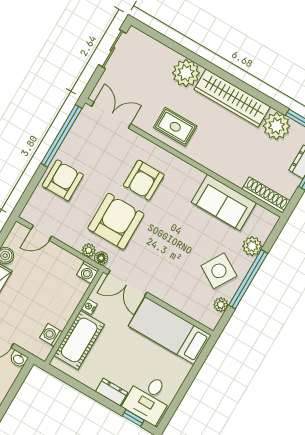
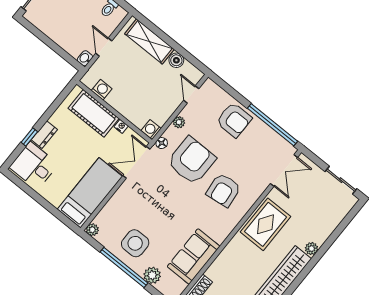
plant: (186, 73) -> (312, 249), width x0.53, depth x0.53
rug: (175, 127) -> (266, 224), width x1.36, depth x1.43
armchair: (144, 180) -> (223, 190), turned -97
armchair: (116, 221) -> (191, 161), turned -90
plant: (89, 250) -> (179, 122), moved
side table: (219, 271) -> (135, 243), turned -31
plant: (221, 305) -> (92, 230), moved
window: (133, 418) -> (29, 137), moved

